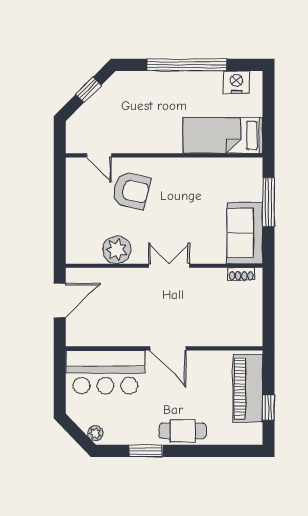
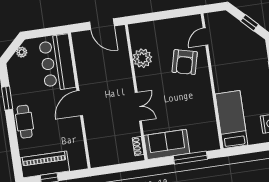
double door: (169, 266) -> (138, 107), moved
piano: (248, 388) -> (45, 164), moved
plant: (95, 433) -> (22, 52), moved

